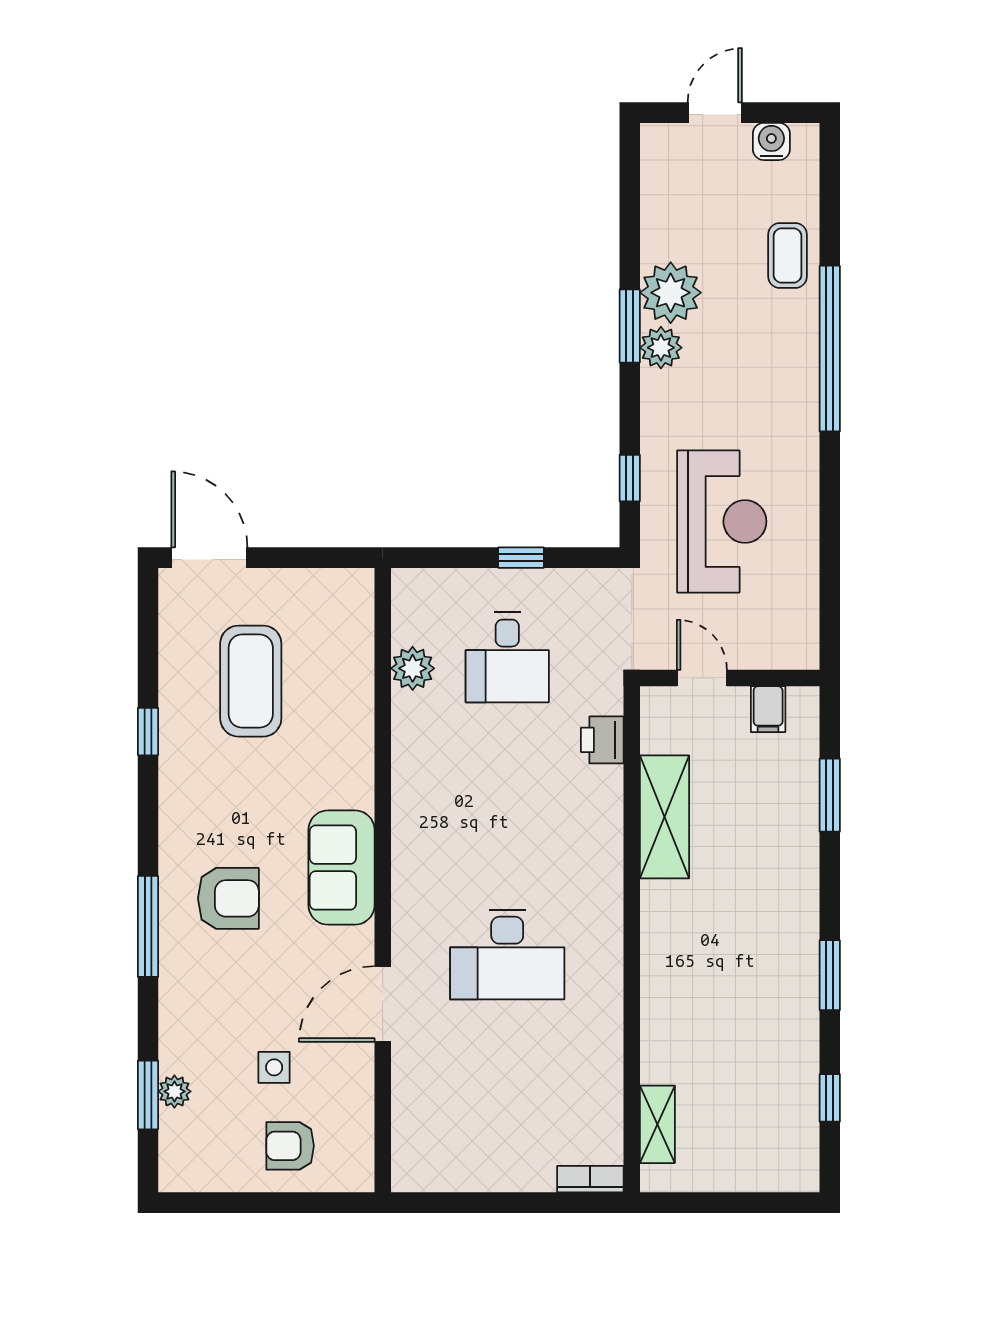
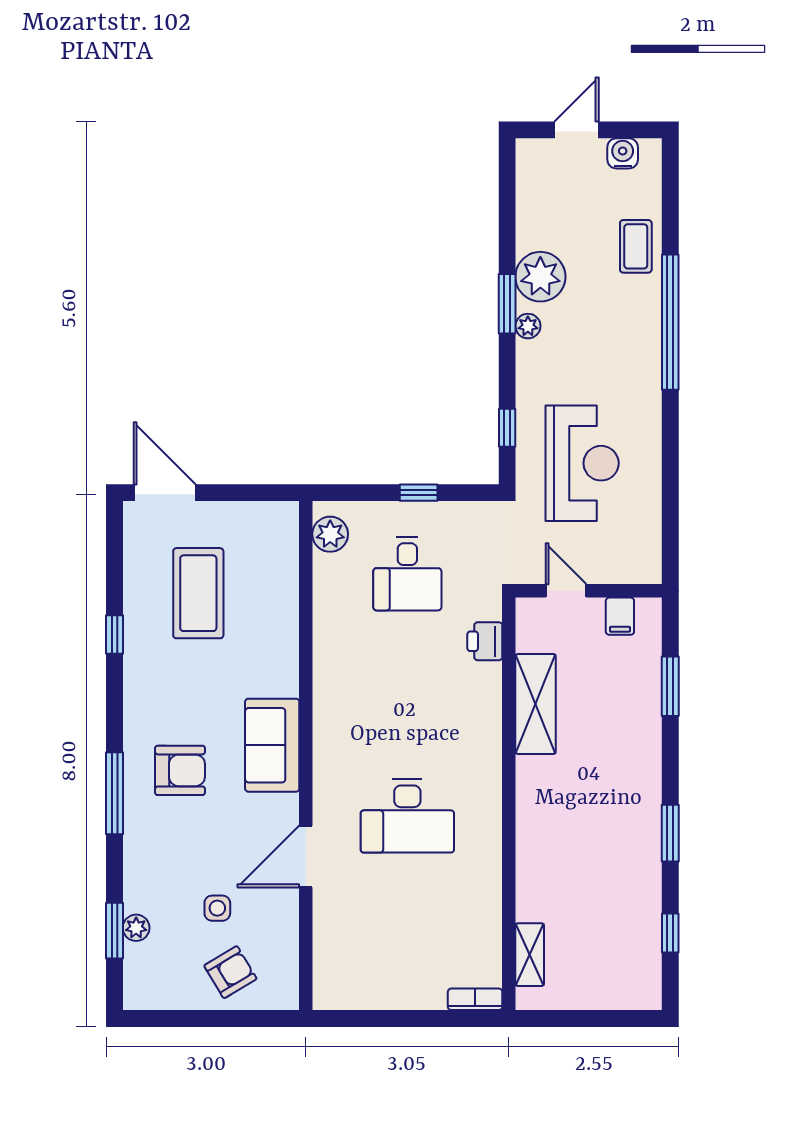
plant: (661, 348) -> (528, 326), width x0.73, depth x0.73
plant: (413, 668) -> (330, 534), moved
armchair: (290, 1146) -> (230, 972), turned 149

